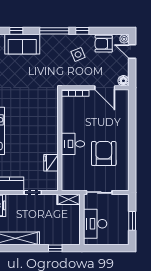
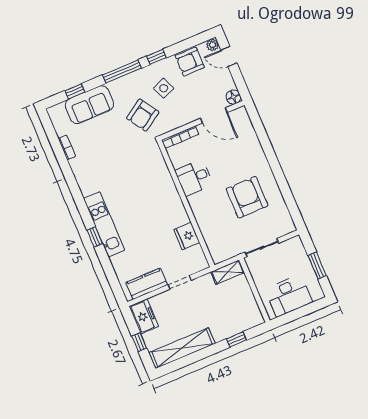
armchair: (56, 67) -> (143, 115), added
desk: (73, 144) -> (194, 178), moved
desk: (95, 224) -> (289, 296), moved, turned -90

